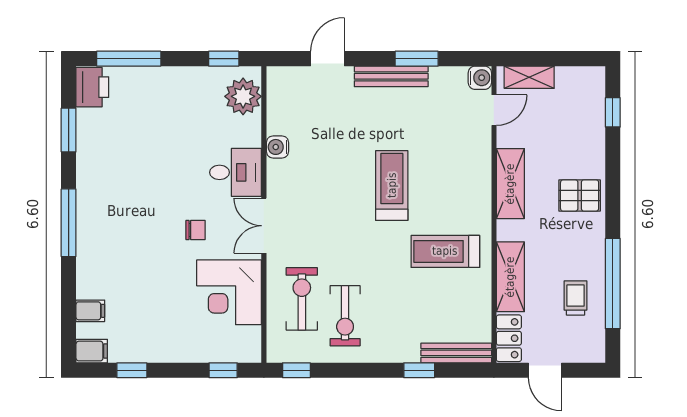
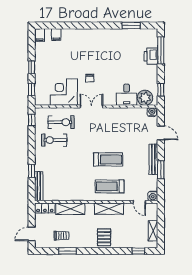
shelving: (529, 77) -> (153, 231), moved
printer: (92, 87) -> (151, 56), moved, turned 90
water cooler: (277, 147) -> (152, 112), moved
desk: (236, 172) -> (127, 95), moved
window: (69, 223) -> (93, 26), removed
treadmill: (445, 251) -> (110, 186), moved, turned -90
window: (613, 284) -> (67, 251), width x0.47
window: (132, 370) -> (32, 67), moved
door: (545, 370) -> (32, 234), moved

